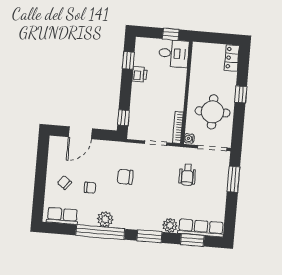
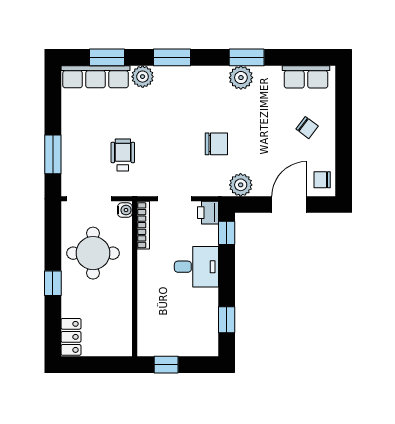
desk: (174, 53) -> (196, 267), moved, turned 180
printer: (139, 74) -> (208, 213), moved
plant: (111, 149) -> (241, 185), added
chair: (90, 188) -> (322, 180), moved
window: (100, 232) -> (247, 57), width x0.47

